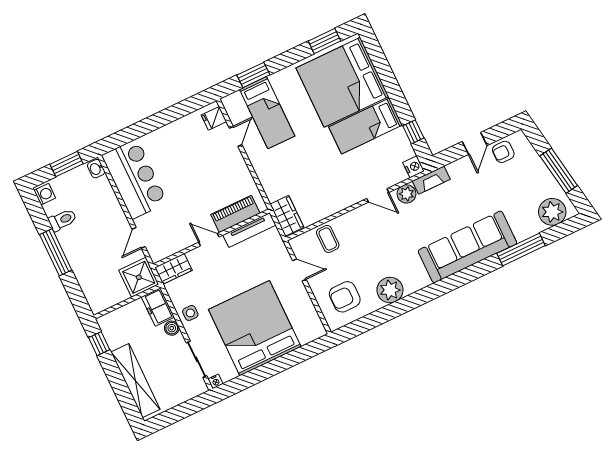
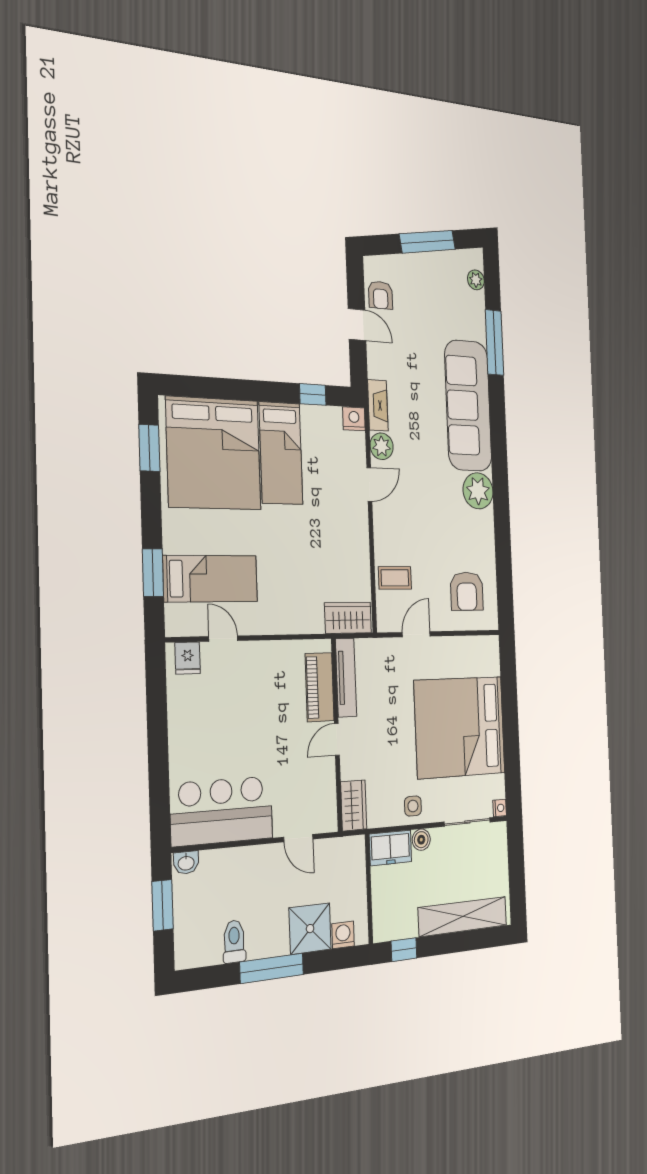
washing machine: (45, 194) -> (343, 935), moved
plant: (552, 212) -> (476, 280), width x0.53, depth x0.53
shower: (139, 277) -> (310, 929), moved
plant: (390, 290) -> (478, 491), moved

